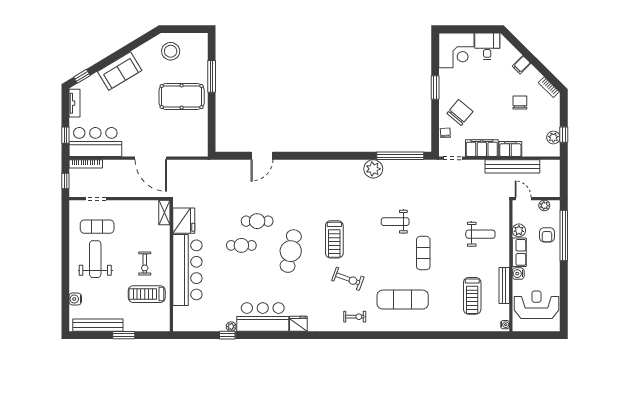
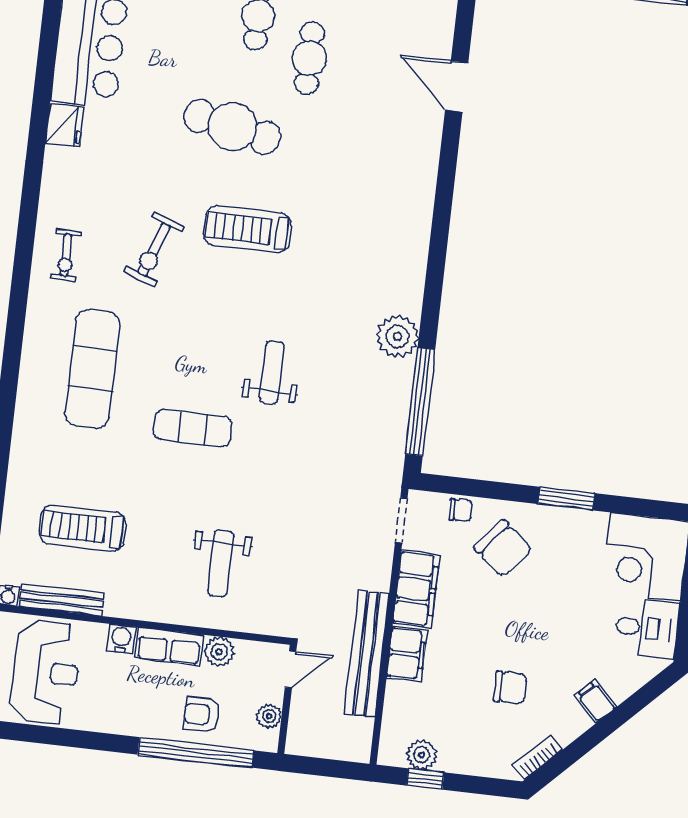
bench: (504, 286) -> (62, 600), moved

